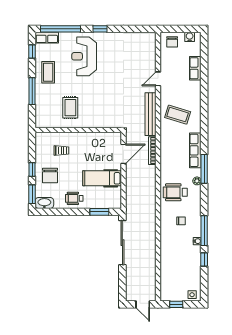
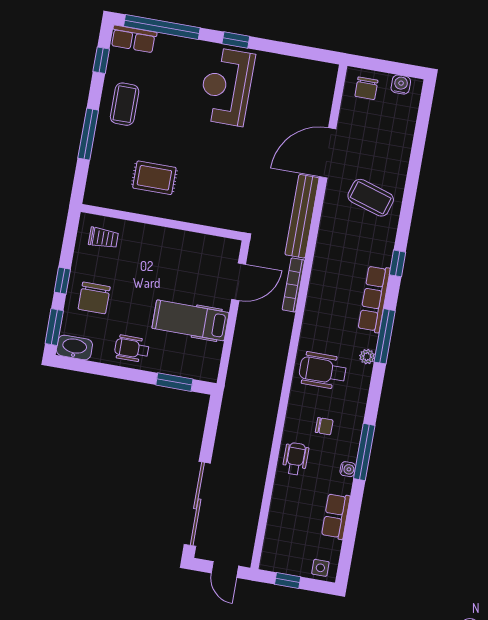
reception desk: (84, 56) -> (226, 87), moved
row of seats: (195, 68) -> (336, 516), moved
door: (158, 79) -> (328, 153), width x1.87
rug: (70, 108) -> (154, 178), turned 90
coffee table: (178, 115) -> (371, 198), moved
trolley: (61, 151) -> (103, 238), moved
wheelchair: (169, 240) -> (296, 459), added
sliding door: (122, 243) -> (197, 504), moved
window: (204, 260) -> (398, 263), moved

